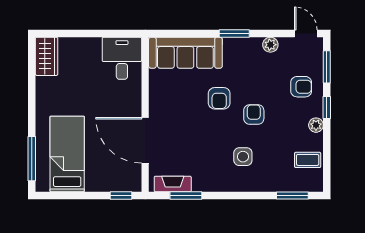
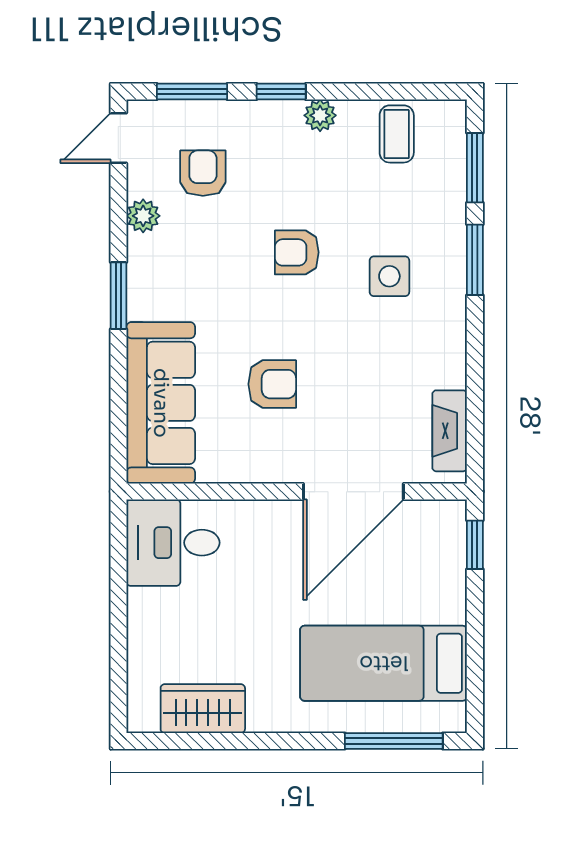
wardrobe: (47, 56) -> (203, 709), moved
armchair: (301, 87) -> (203, 173), moved
armchair: (219, 98) -> (272, 384), moved
window: (186, 195) -> (475, 260), moved

